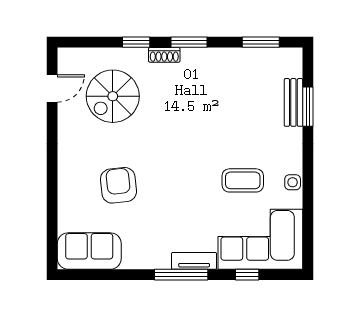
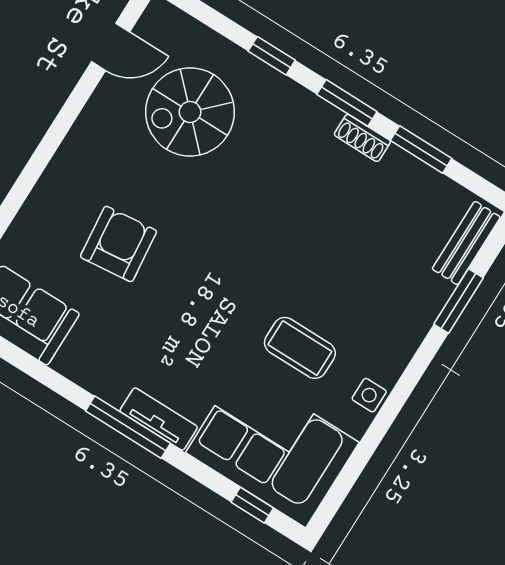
window: (261, 42) -> (421, 149), moved
shoe rack: (164, 55) -> (362, 138), moved
bench: (293, 102) -> (466, 243), moved
window: (247, 275) -> (252, 505), moved

